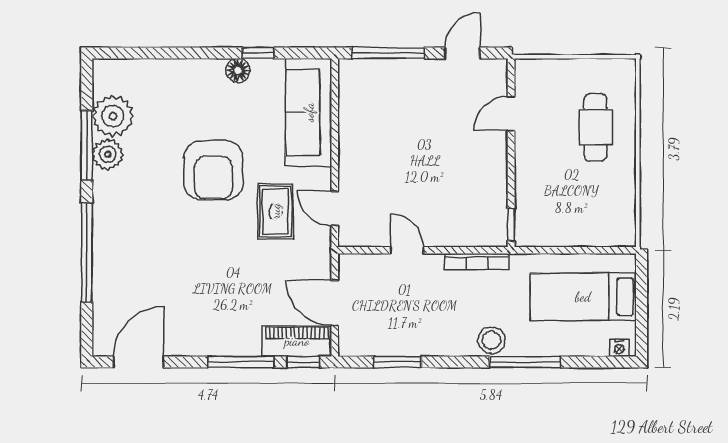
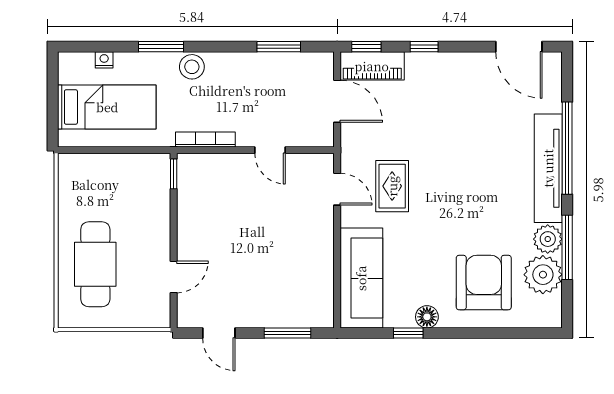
window: (388, 53) -> (288, 333), width x0.69
door: (462, 53) -> (219, 333), hinge flipped
cafe table: (596, 127) -> (95, 264), width x1.37, depth x1.35
armchair: (213, 170) -> (484, 283), moved
tv unit: (107, 231) -> (548, 168), added
nightstand: (619, 348) -> (104, 60), moved
door: (139, 362) -> (519, 47), hinge flipped
window: (241, 362) -> (424, 47), width x0.46
window: (525, 362) -> (161, 47), width x0.69

